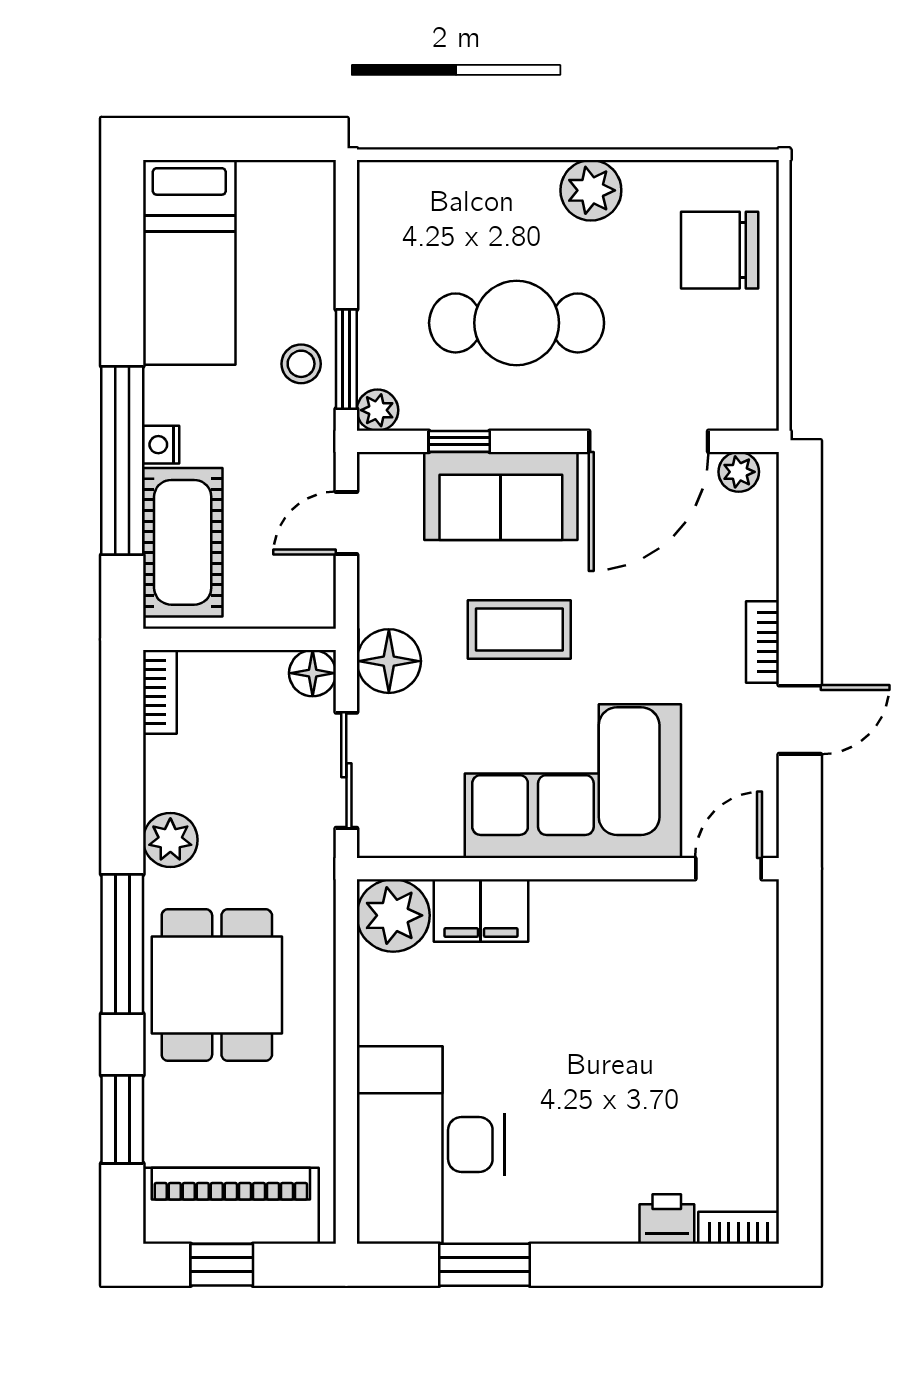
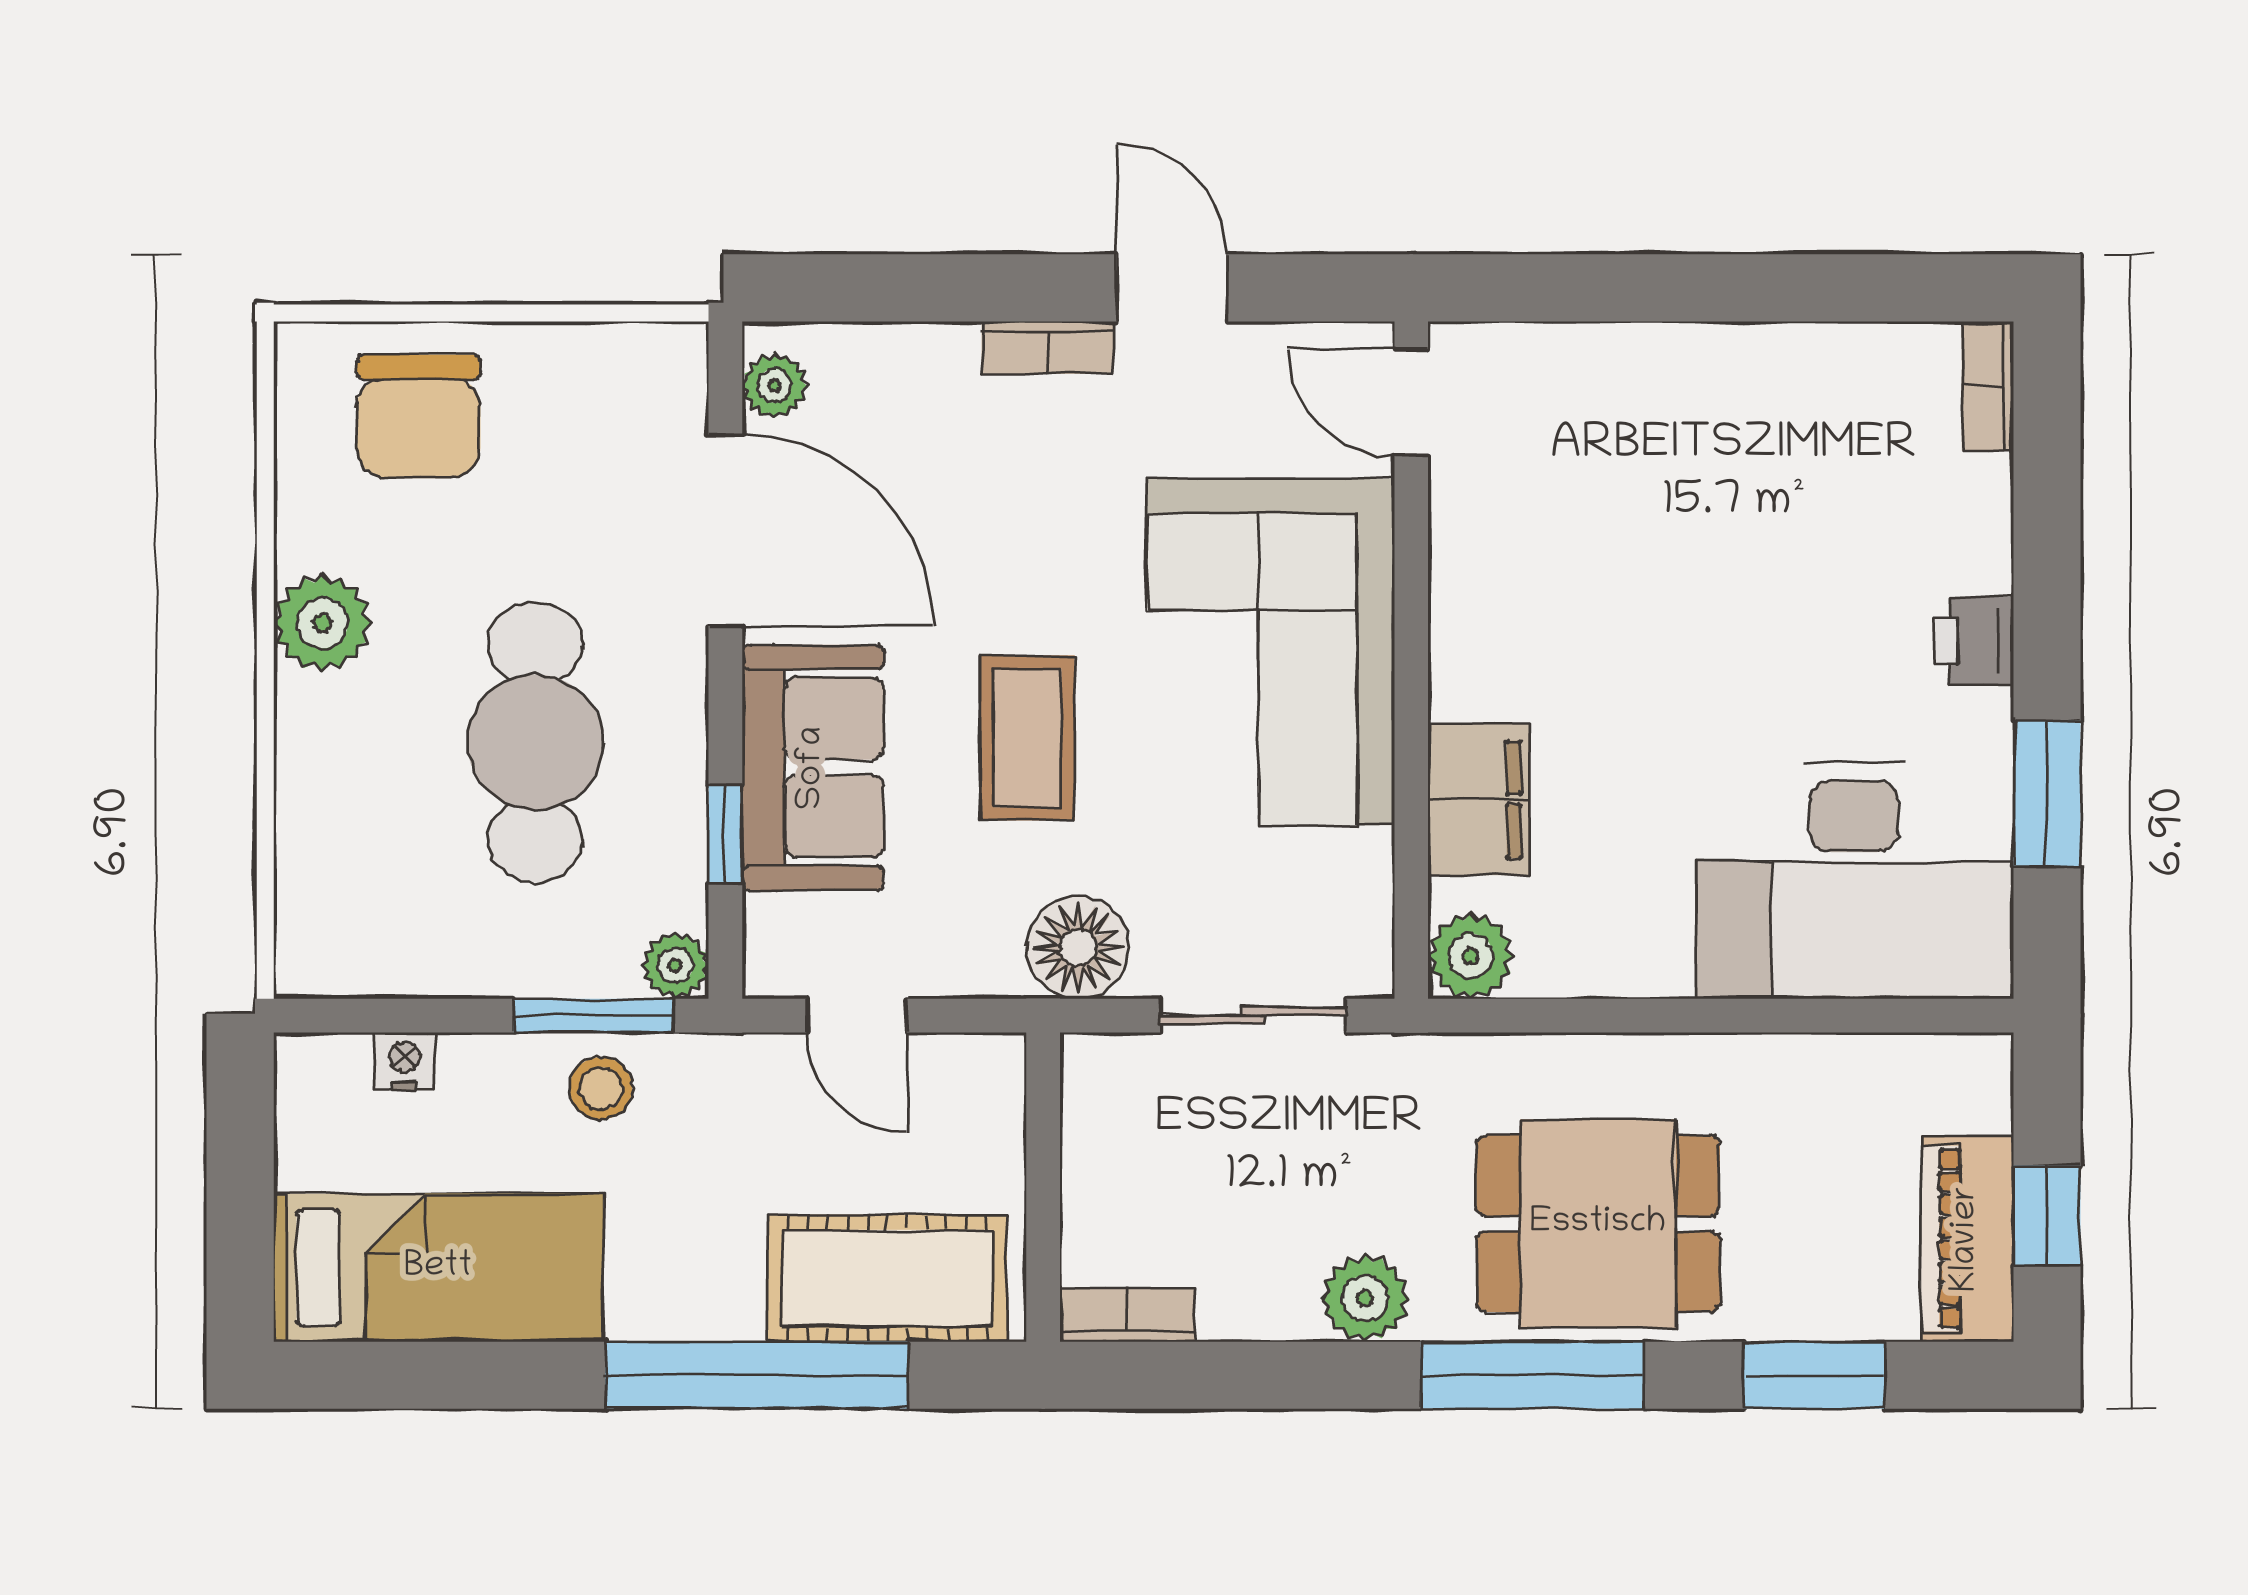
nightstand: (161, 445) -> (404, 1061), moved, turned 180
floor lamp: (313, 673) -> (1097, 1070), removed
plant: (393, 915) -> (1471, 956), width x0.73, depth x0.73
piano: (231, 1206) -> (1967, 1239), width x0.73, depth x0.75
printer: (667, 1219) -> (1974, 641), moved

